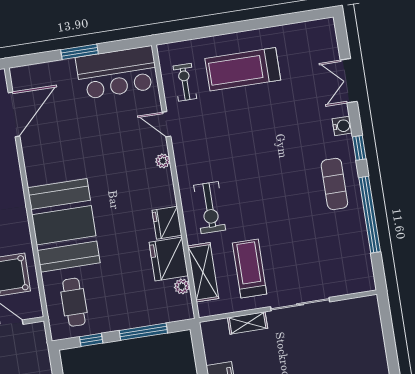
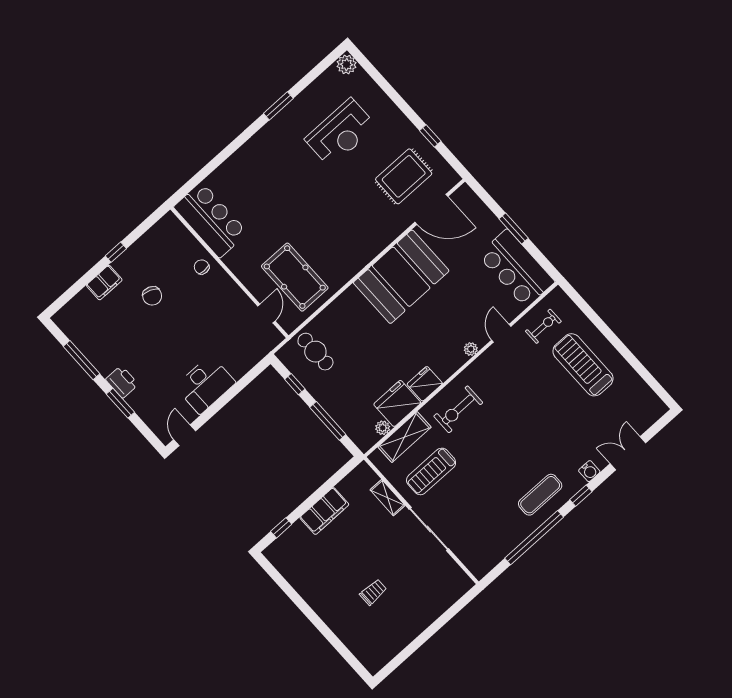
booth: (64, 225) -> (401, 277), moved
treadmill: (250, 268) -> (431, 471), turned 180
cafe table: (74, 302) -> (315, 352), turned 90

